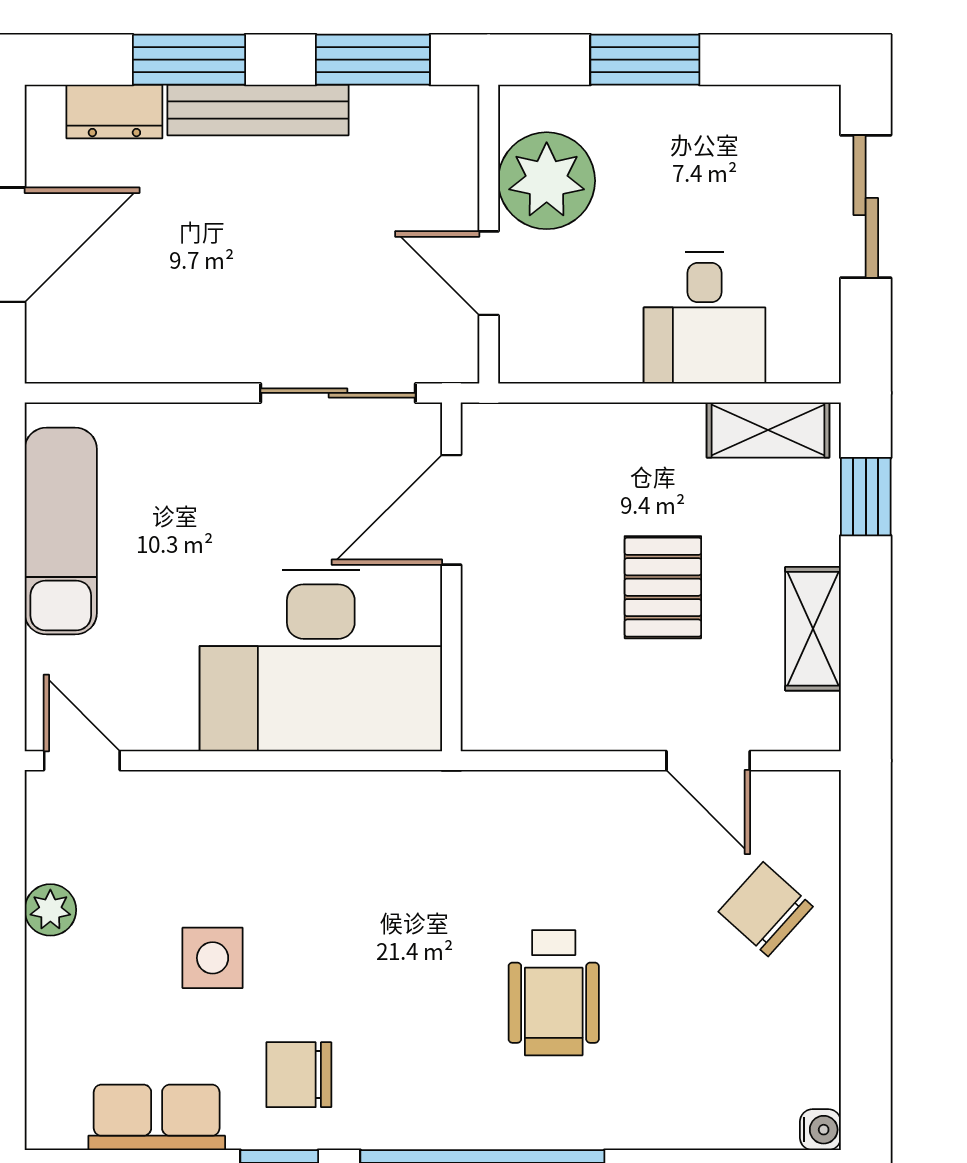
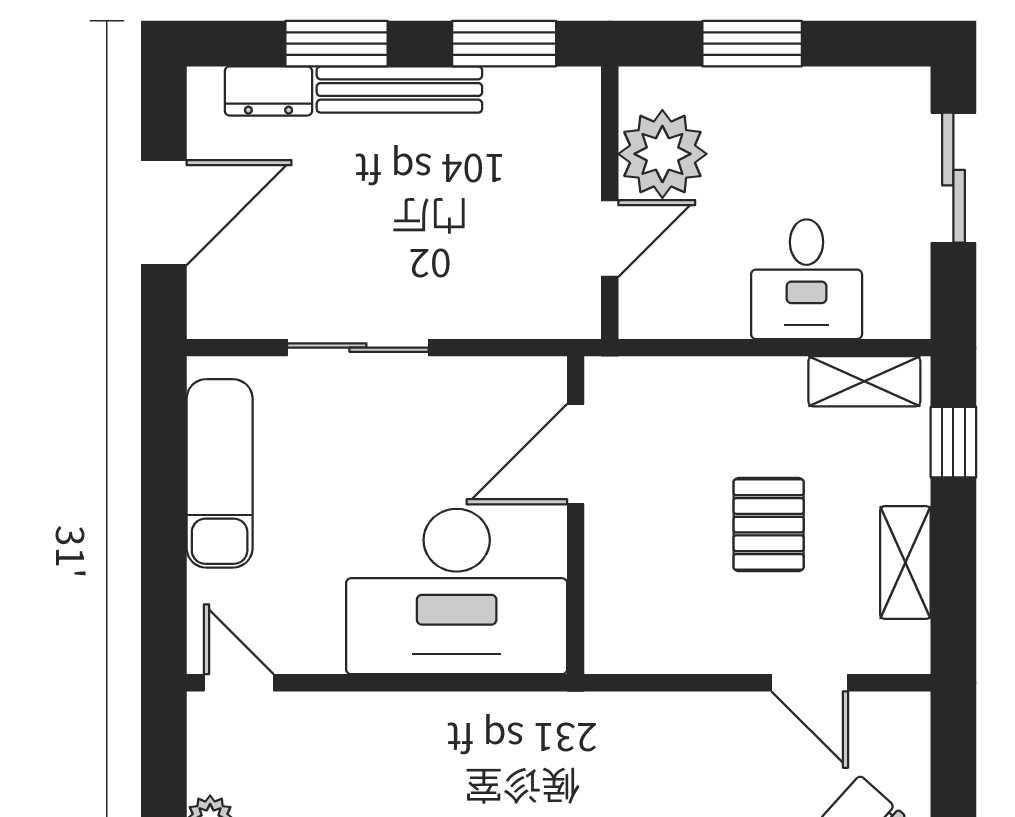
door: (489, 273) -> (610, 238), swing flipped
sliding door: (338, 393) -> (358, 348), moved

